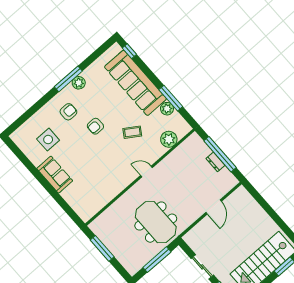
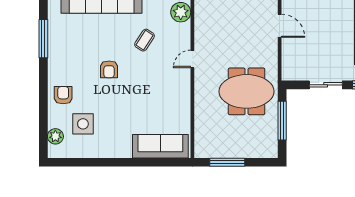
window: (68, 79) -> (43, 39), moved
plant: (79, 83) -> (55, 136), moved
armchair: (68, 112) -> (63, 95), moved
sofa: (55, 175) -> (160, 146), moved, width x1.36

